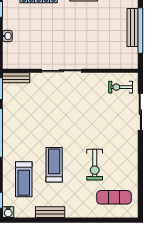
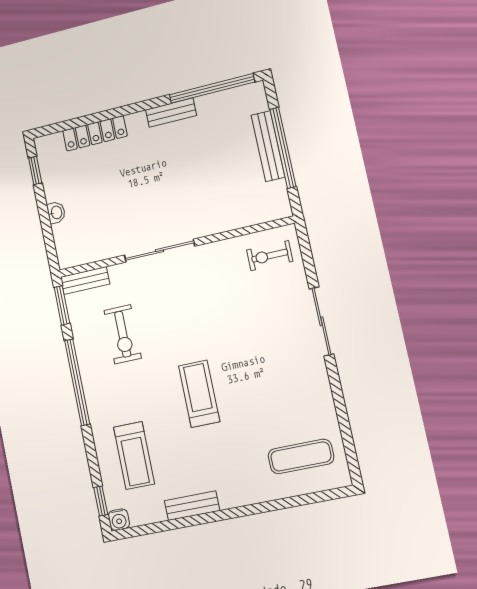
sliding door: (140, 112) -> (321, 321), moved
treadmill: (54, 165) -> (199, 394), moved
exercise bike: (95, 165) -> (123, 334), moved

